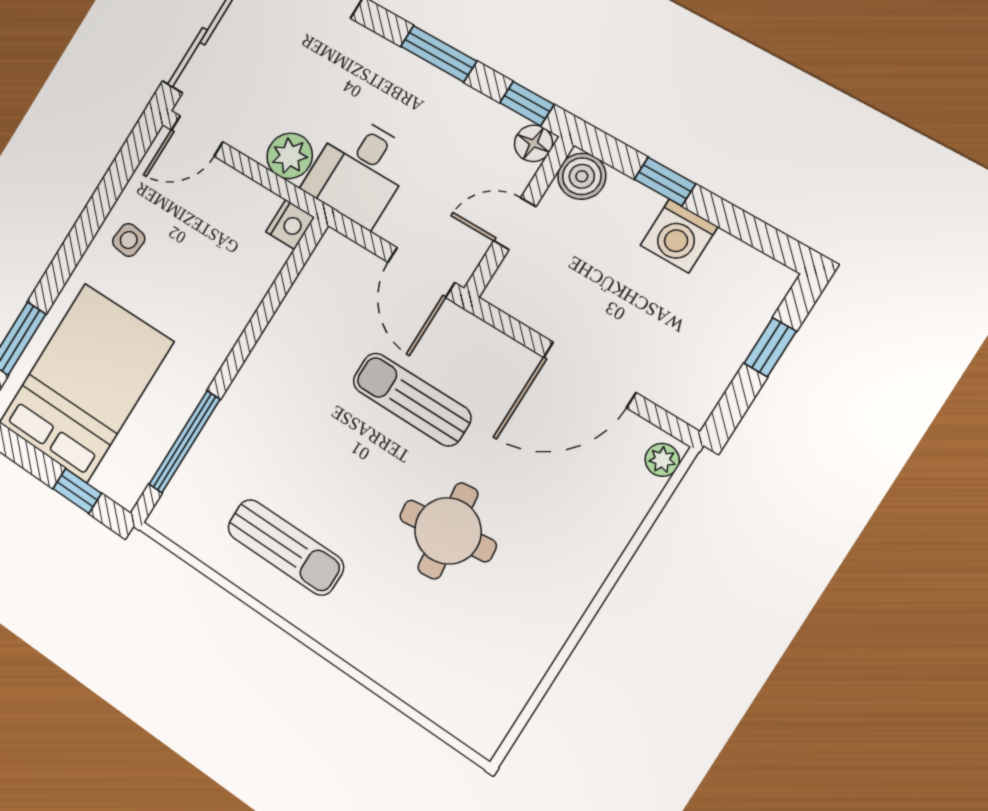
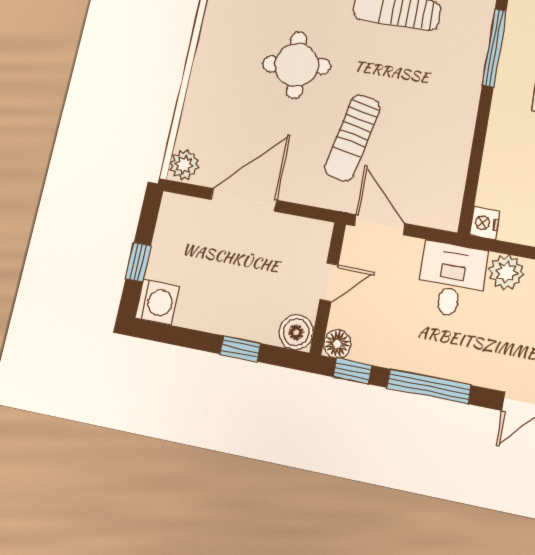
window: (439, 54) -> (429, 386), width x1.44
washing machine: (679, 236) -> (157, 302), moved, turned 90
sun lounger: (412, 399) -> (352, 138), turned 101
plant: (662, 460) -> (184, 165), width x1.38, depth x1.38

